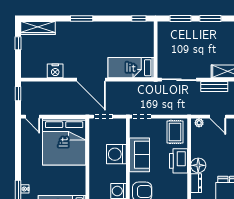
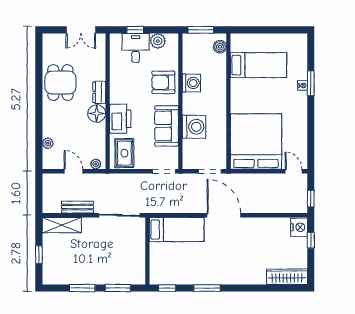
window: (82, 18) -> (207, 288), moved
window: (18, 43) -> (311, 240), moved
nightstand: (55, 71) -> (299, 227), moved, turned 90

